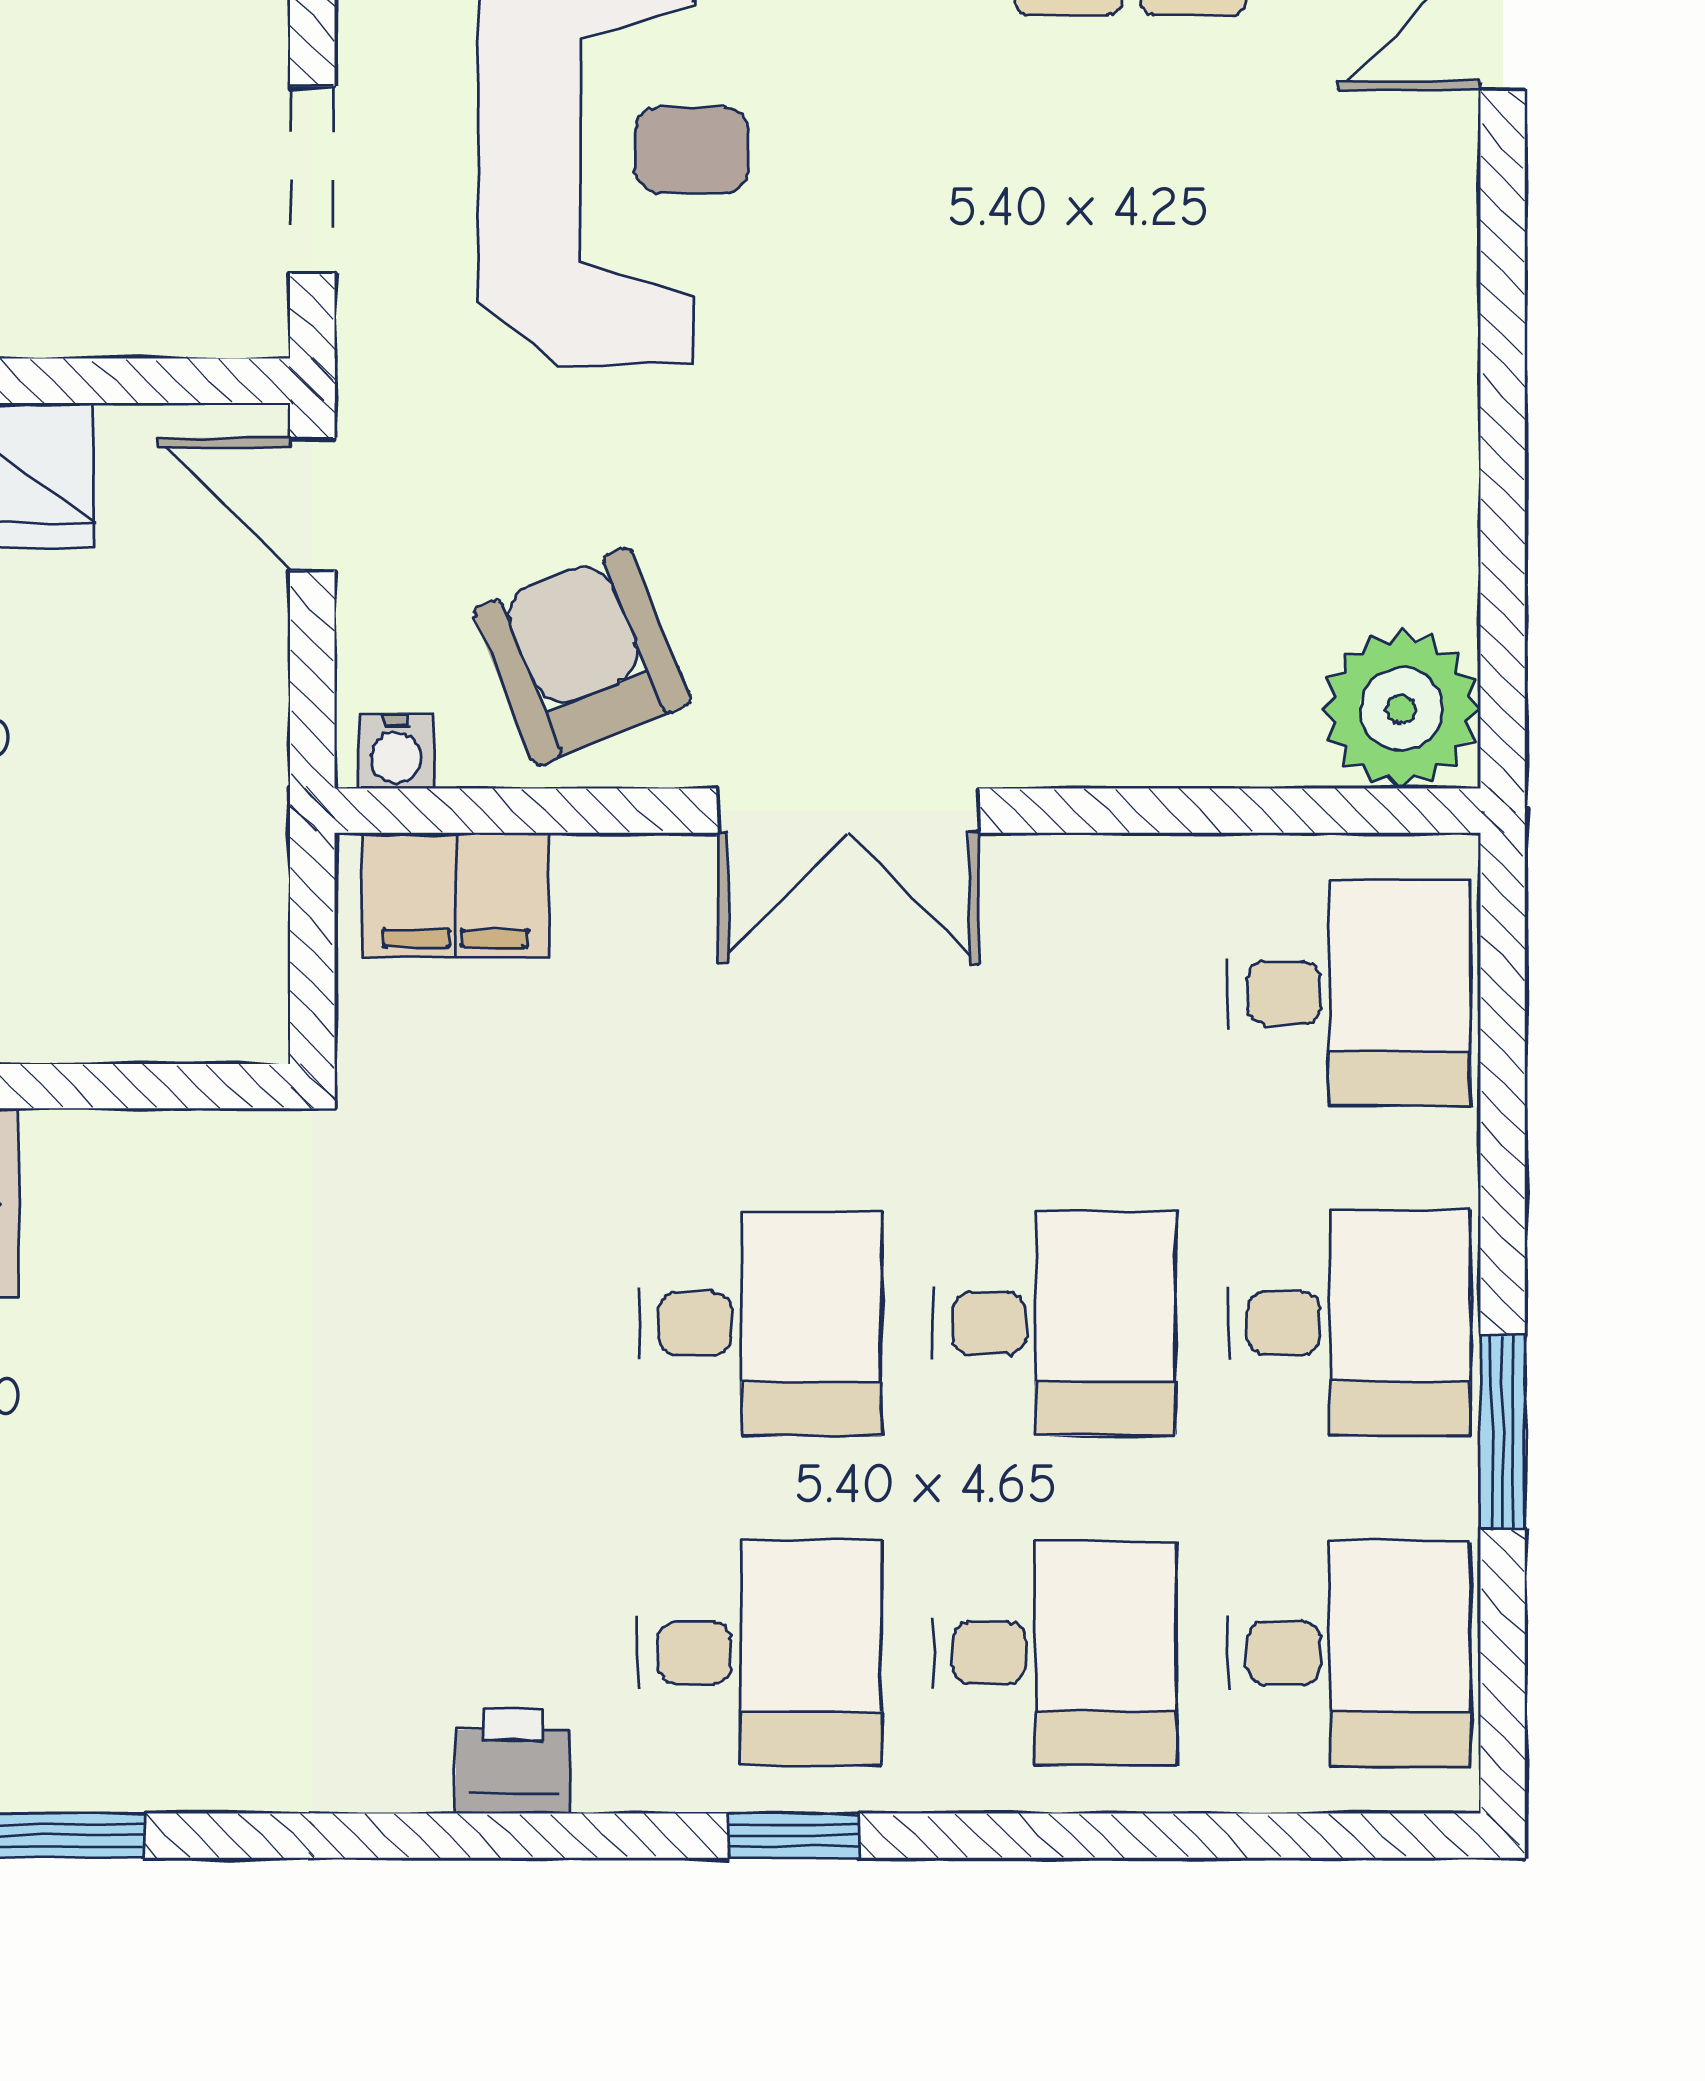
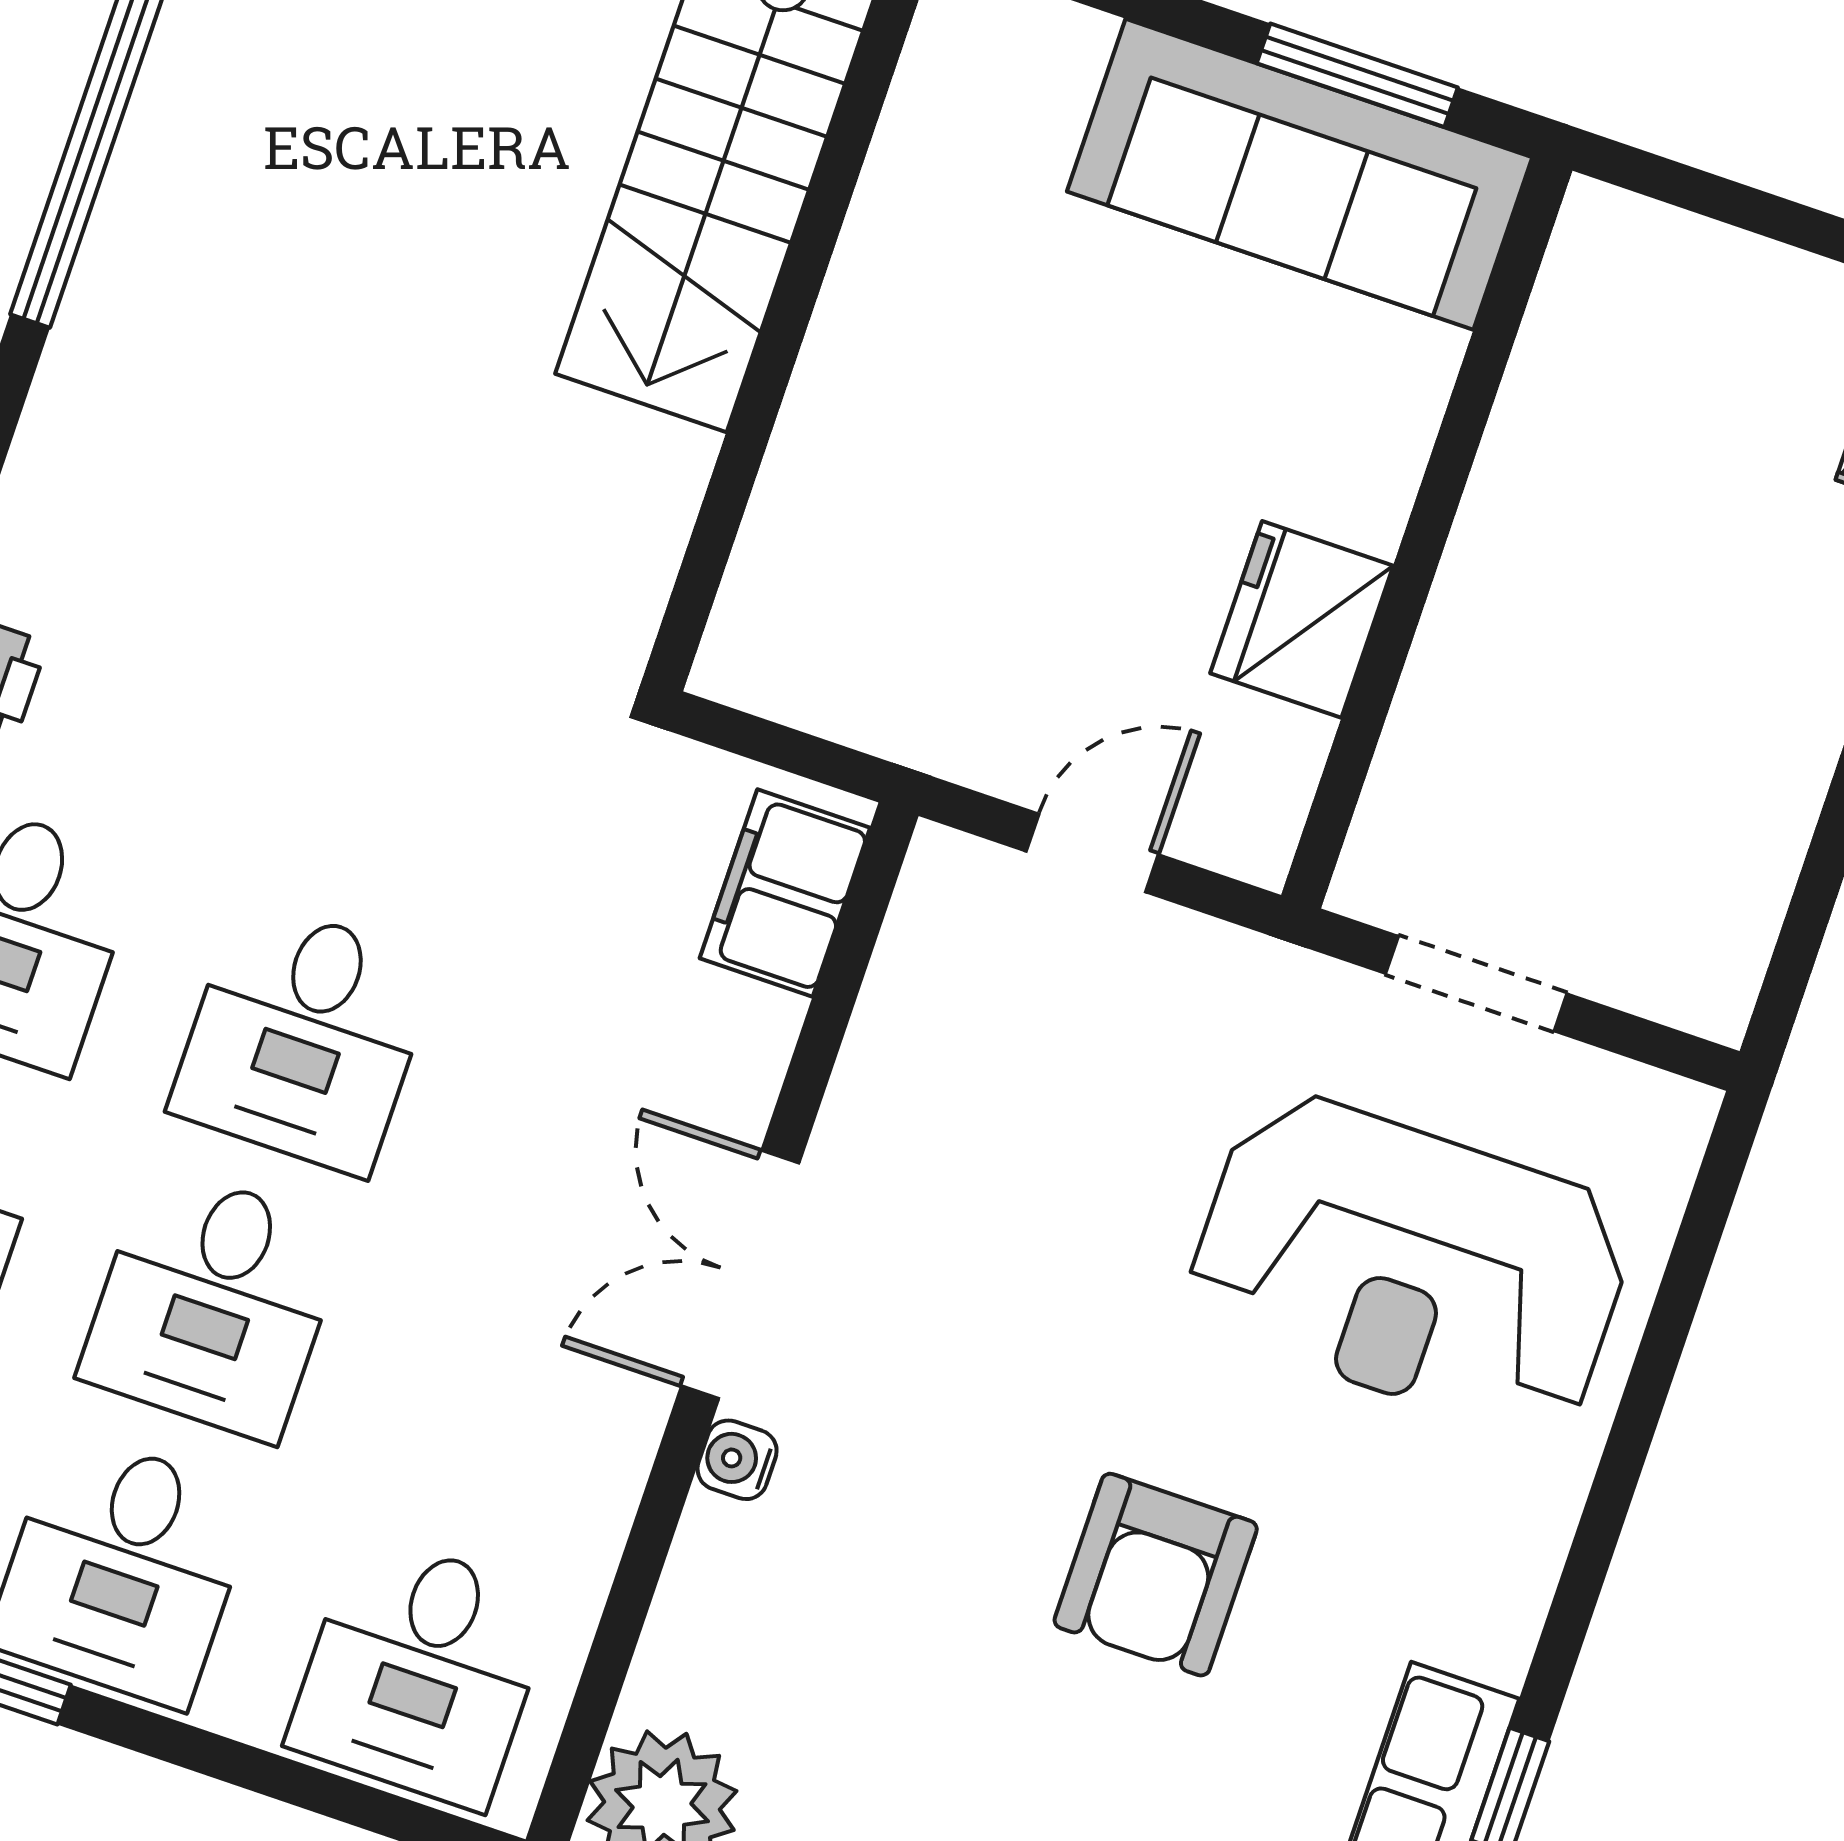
door: (312, 504) -> (1092, 853), moved
armchair: (582, 657) -> (1156, 1575), moved, turned 112
water cooler: (396, 751) -> (737, 1460), moved

